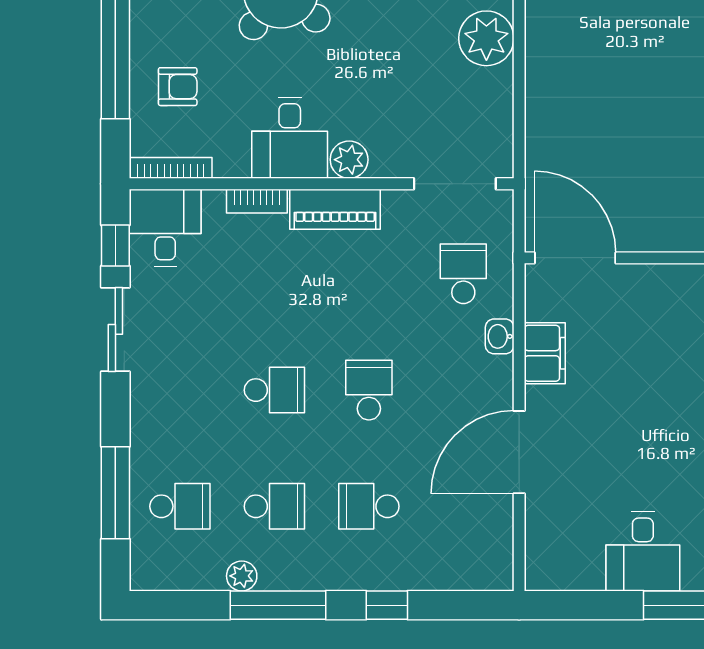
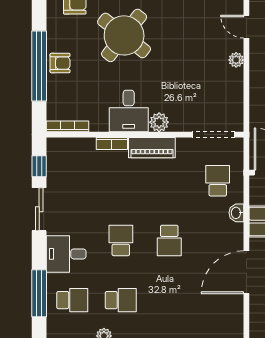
plant: (486, 38) -> (236, 60), width x0.53, depth x0.53
armchair: (178, 87) -> (60, 63), moved
desk: (165, 228) -> (66, 254), moved, turned -90
school desk: (274, 390) -> (121, 240), turned -90
school desk: (369, 390) -> (169, 240), turned 180
school desk: (369, 506) -> (169, 300), removed

